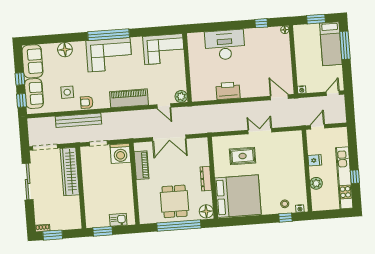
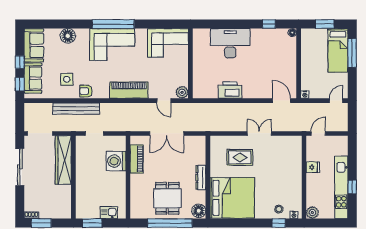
washing machine: (120, 153) -> (116, 161), moved, turned 90
plant: (316, 183) -> (312, 213), moved

